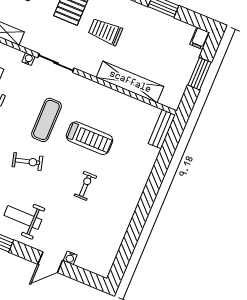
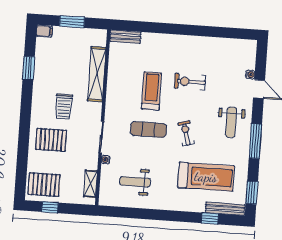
exercise bike: (85, 186) -> (190, 82), width x1.38, depth x1.39

